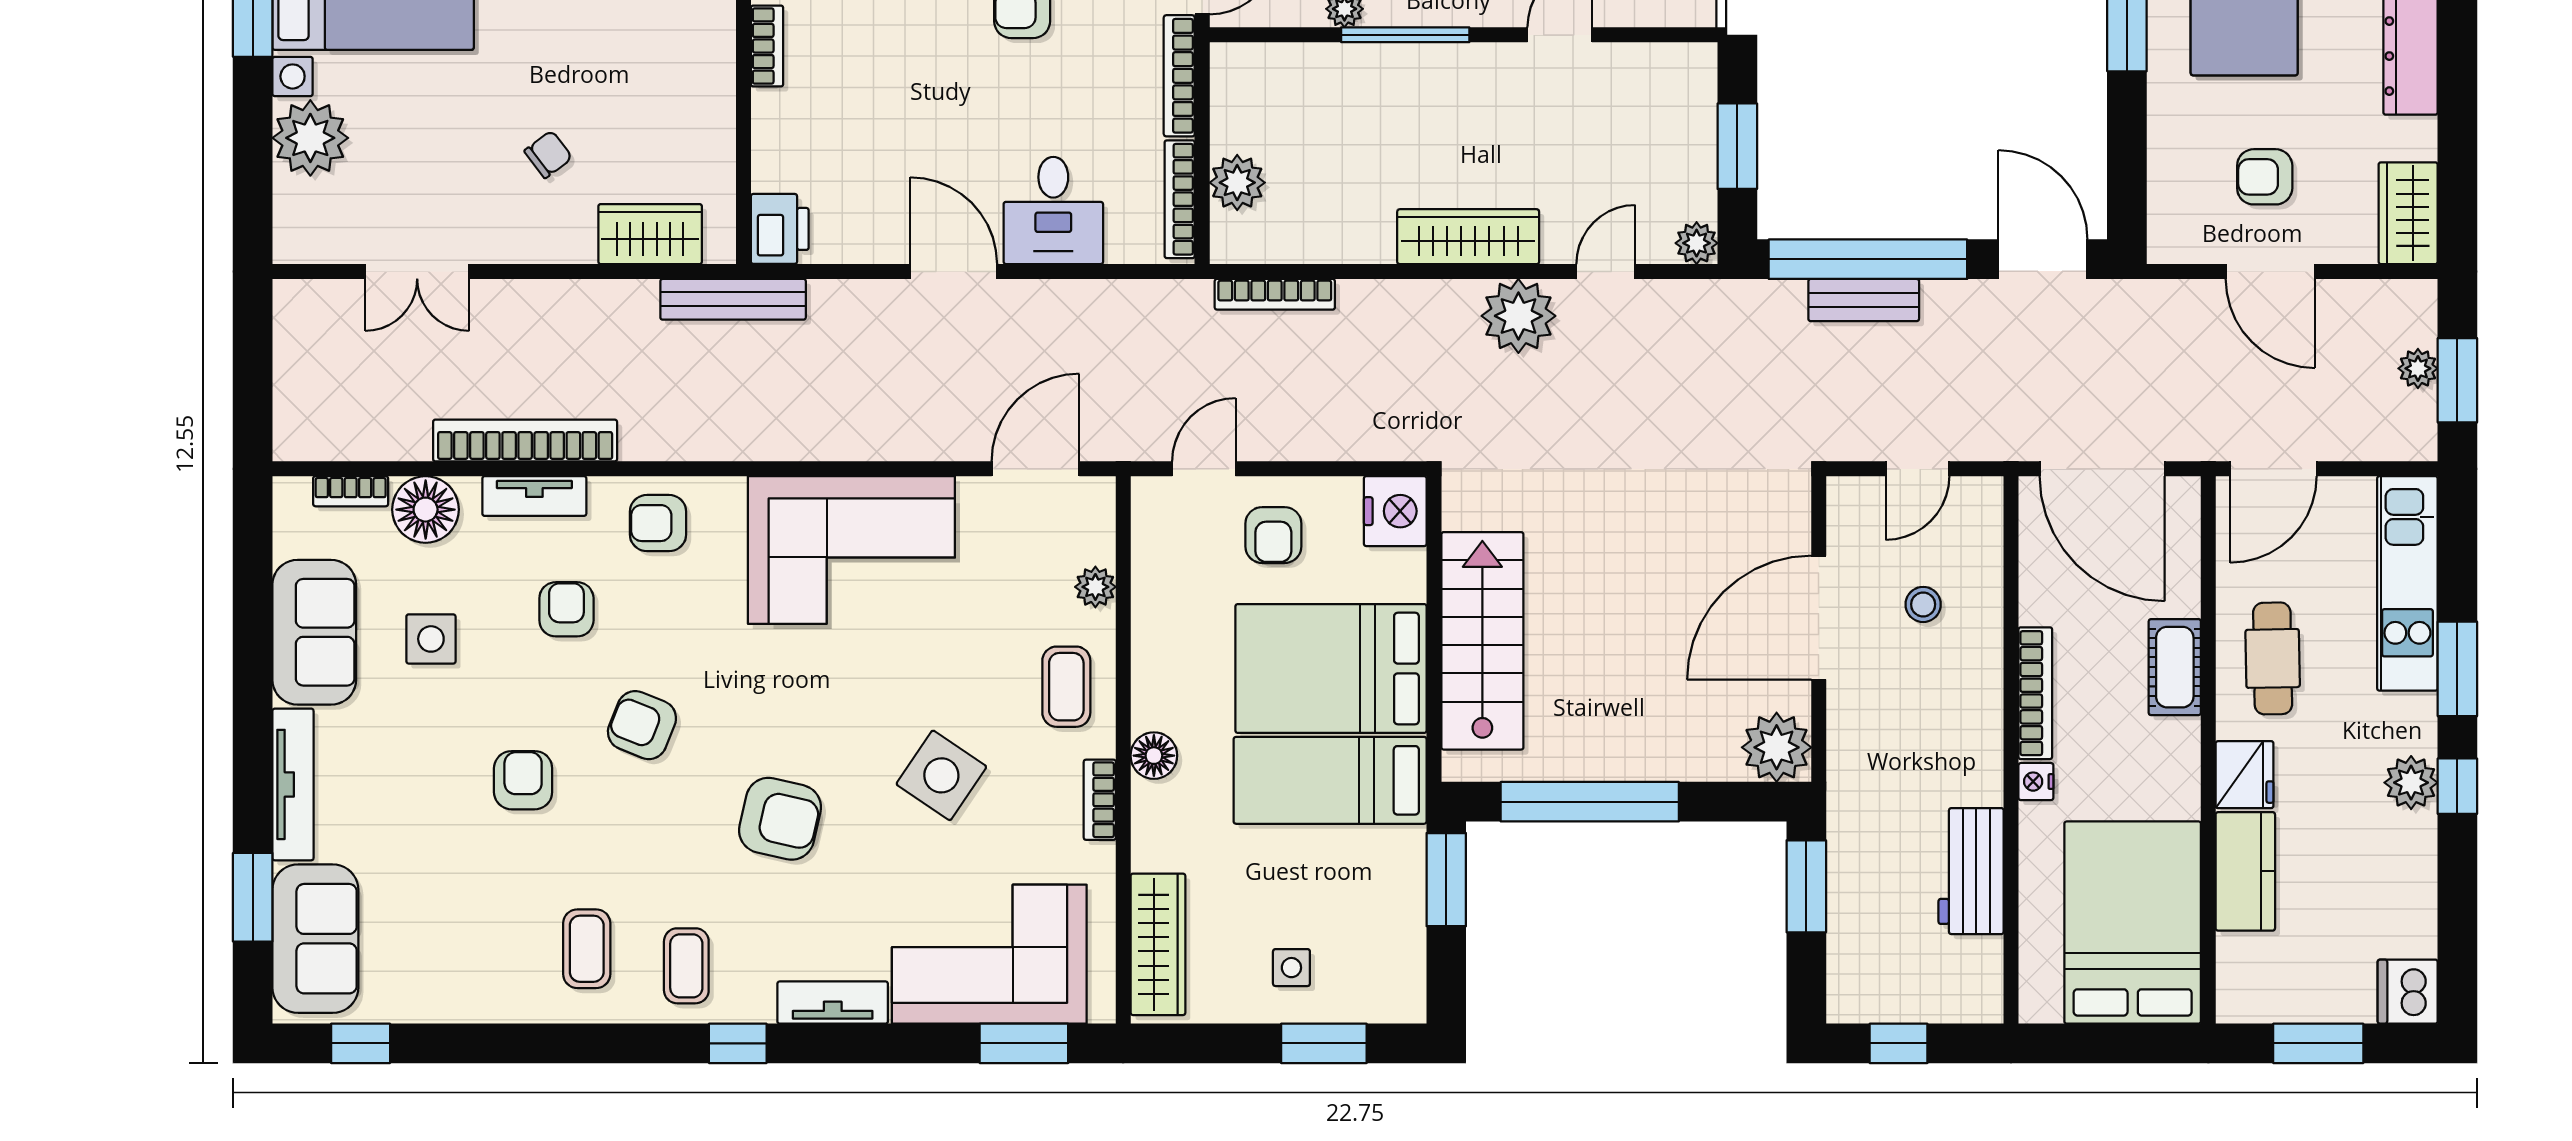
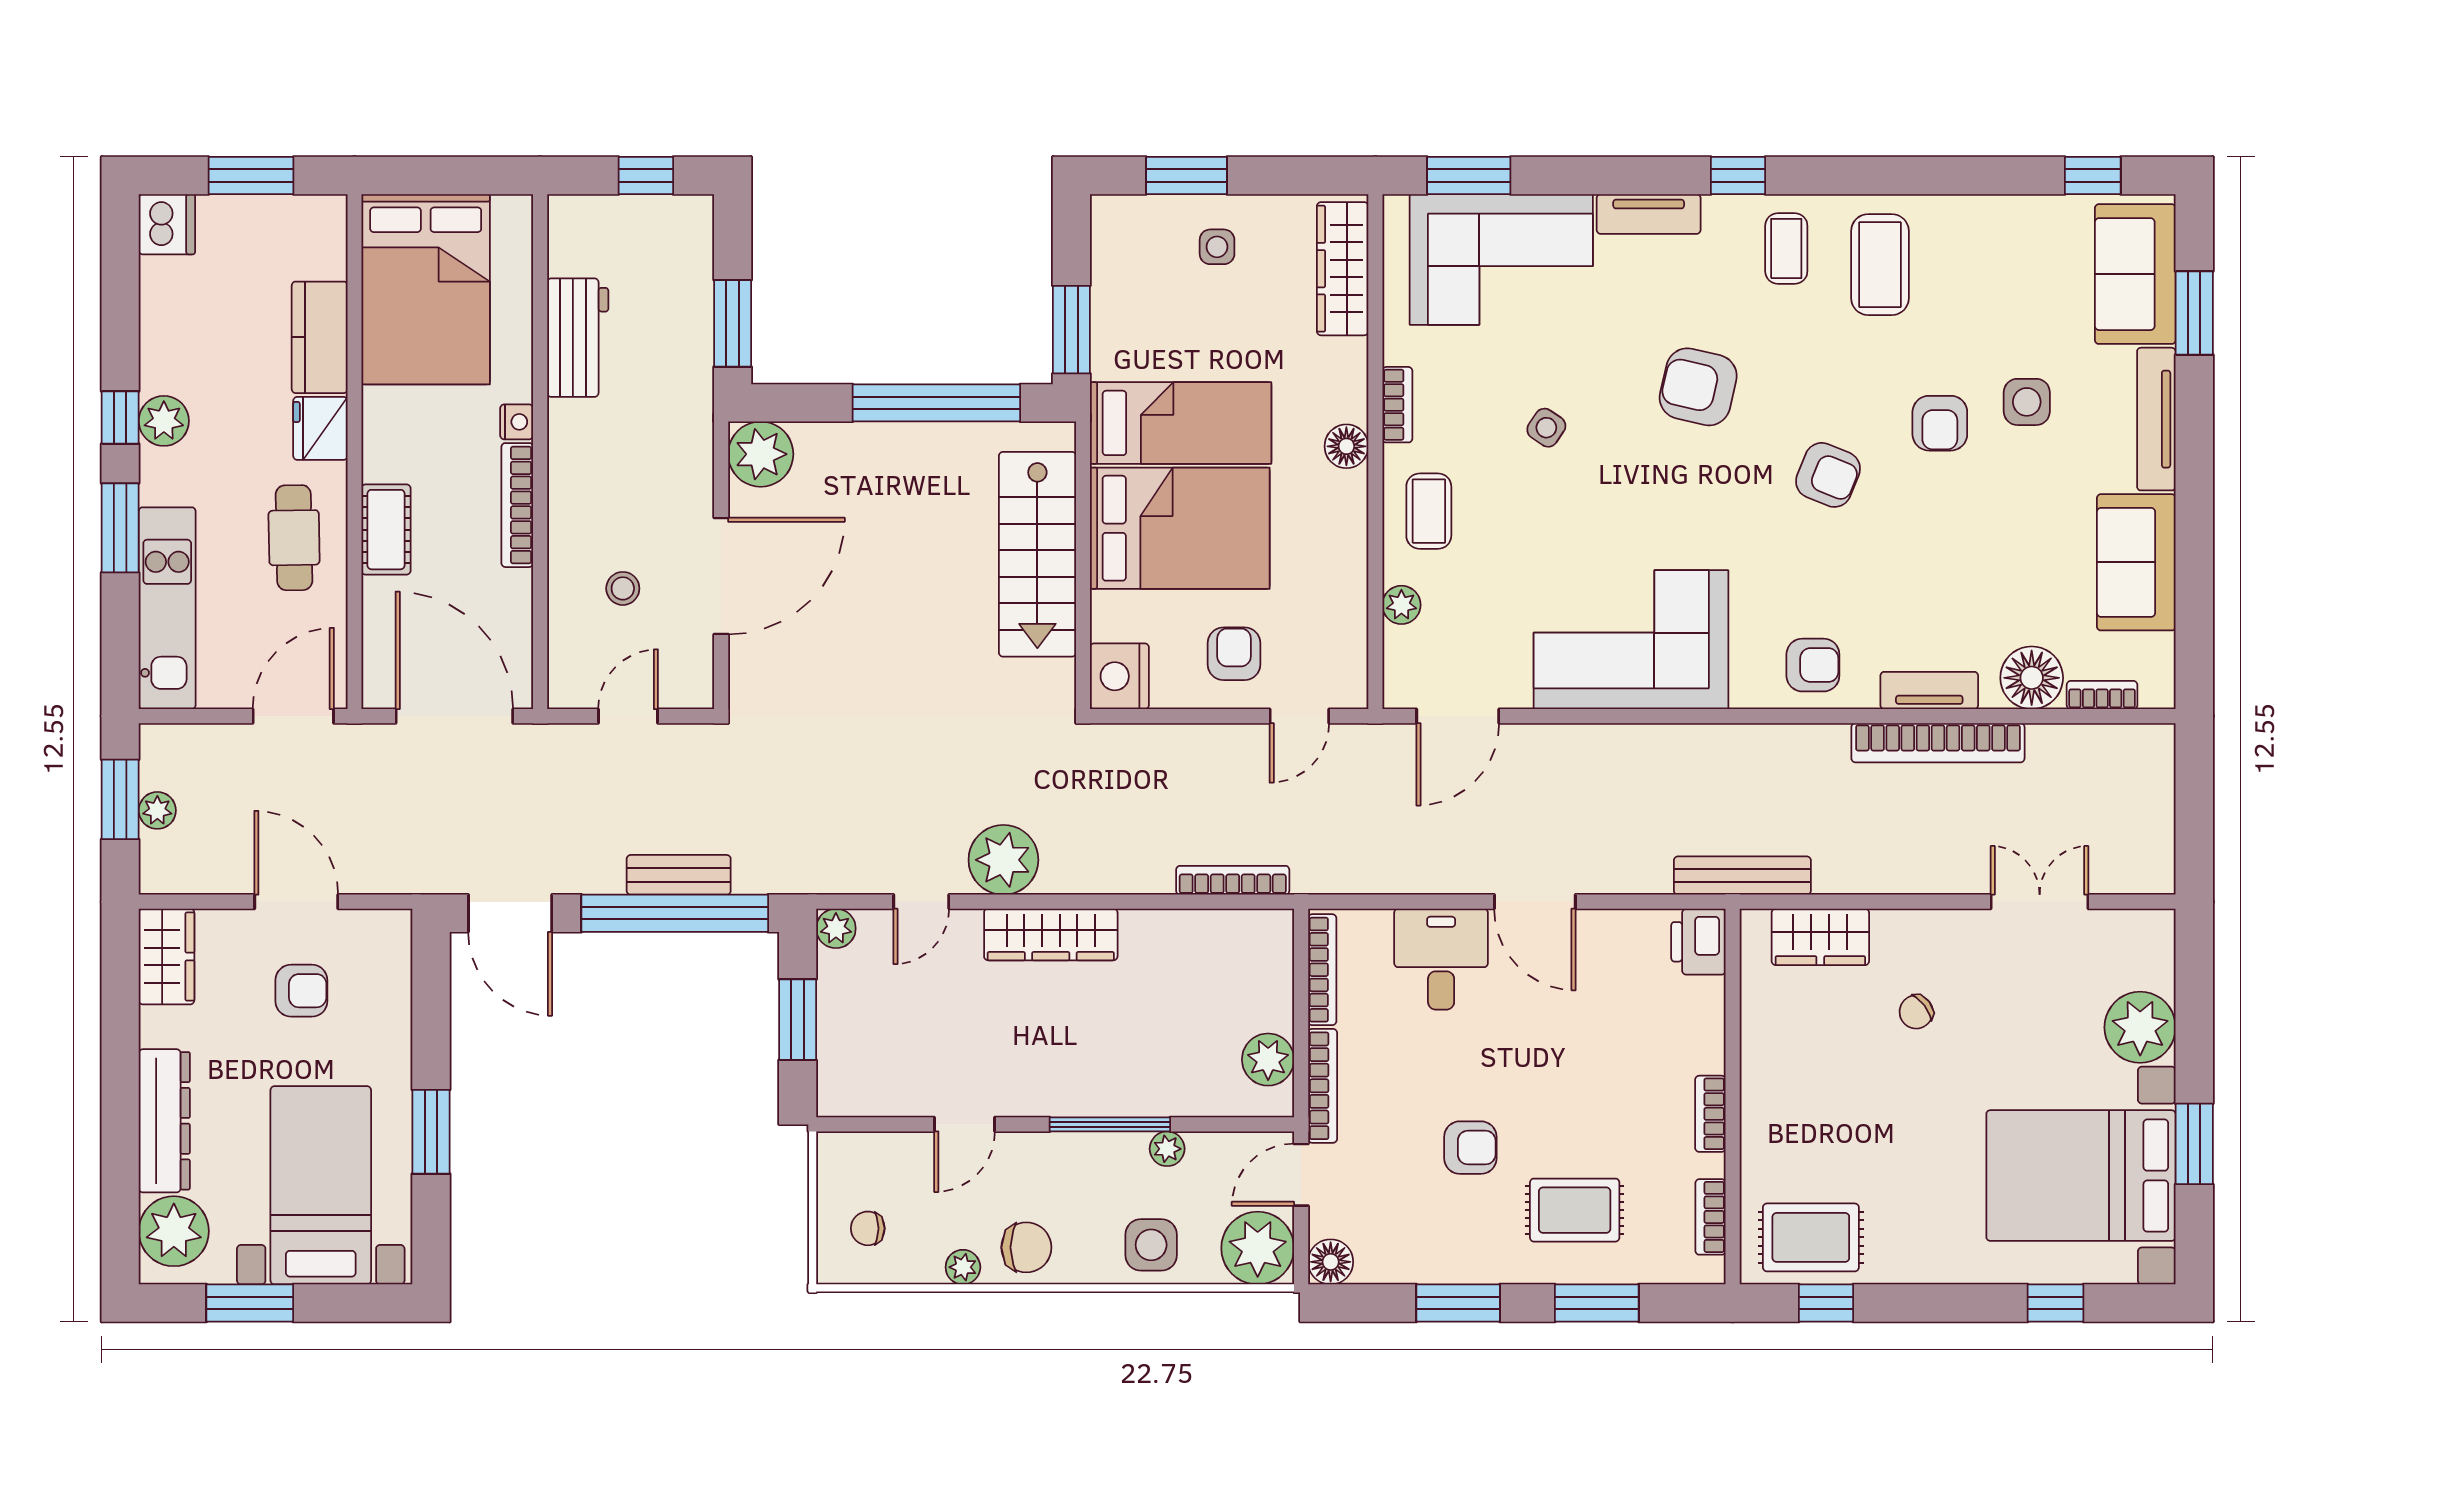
plant: (1237, 183) -> (1268, 1060), moved
armchair: (566, 609) -> (1899, 584), removed
side table: (431, 639) -> (2027, 402), moved
side table: (941, 775) -> (1546, 428), width x0.54, depth x0.54
coffee table: (587, 949) -> (1880, 265), width x1.36, depth x1.30

